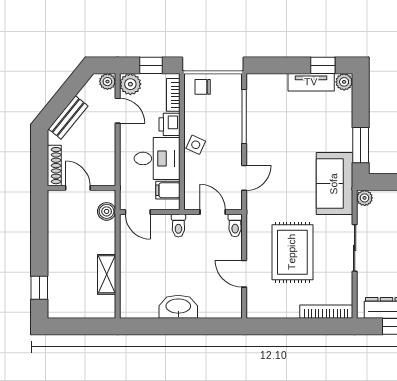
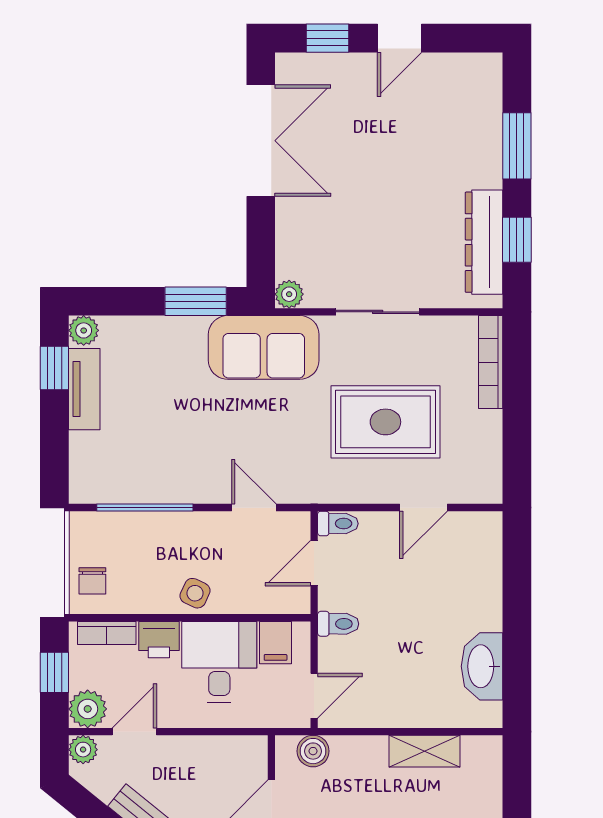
washbasin: (178, 307) -> (482, 666), moved

